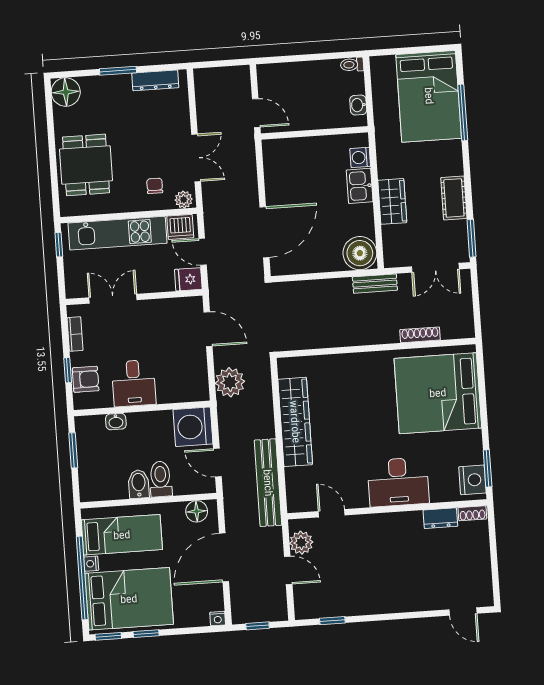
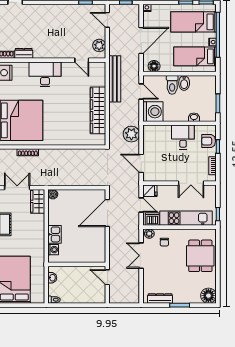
wardrobe: (392, 201) -> (38, 201), moved
boiler: (360, 253) -> (53, 194), width x0.54, depth x0.54
bench: (375, 284) -> (50, 181), removed
door: (288, 570) -> (107, 20), moved
bed: (129, 599) -> (193, 22), width x0.67

